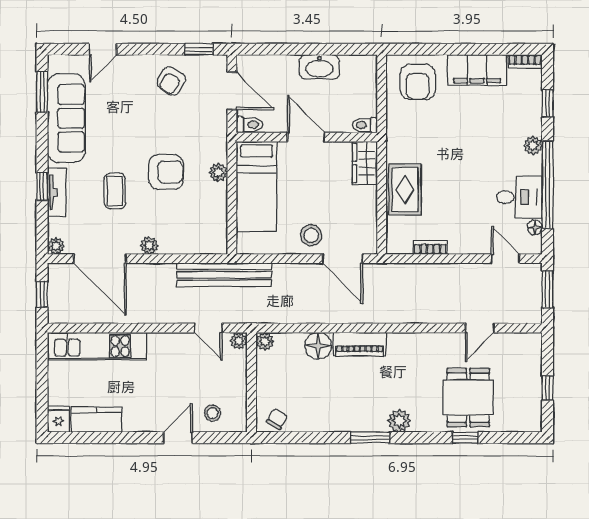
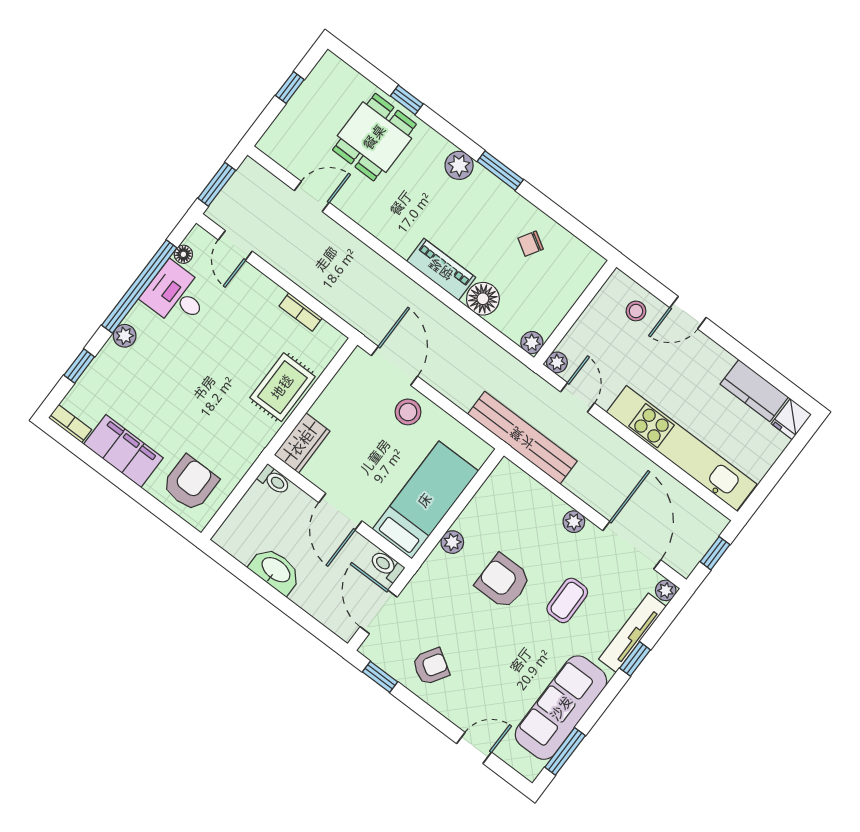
tv unit: (57, 192) -> (632, 633), width x1.41
kitchen unit: (98, 346) -> (682, 448), width x1.36
chair: (277, 419) -> (531, 244), moved

